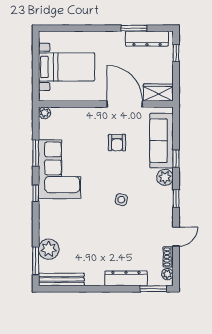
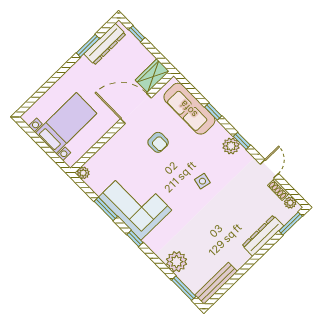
plant: (165, 177) -> (231, 146), moved
plant: (49, 249) -> (177, 262), moved

